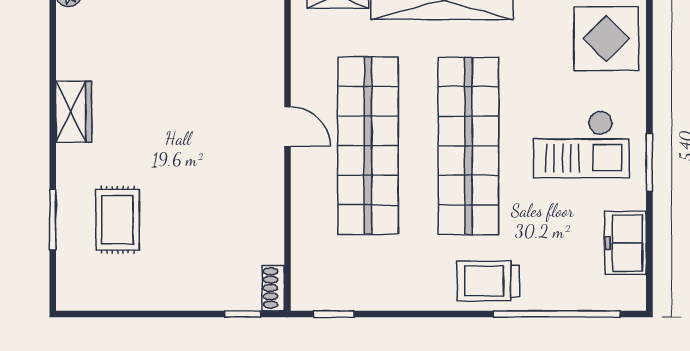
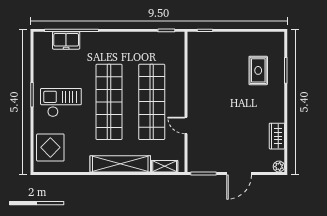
wardrobe: (74, 112) -> (277, 136), moved
door: (288, 126) -> (186, 125), moved
freezer: (626, 243) -> (66, 40), moved, turned 90
trolley: (488, 281) -> (101, 44), removed
shoe rack: (273, 288) -> (192, 41), removed

